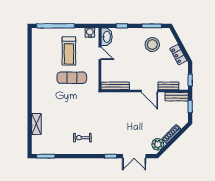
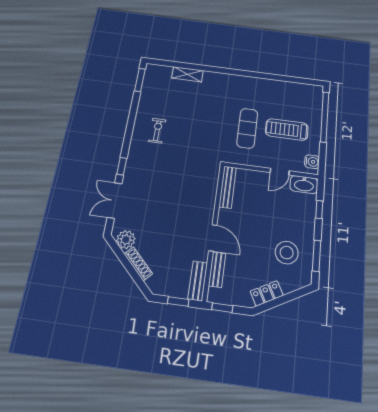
door: (149, 91) -> (213, 238), swing flipped

